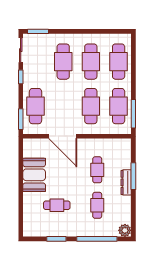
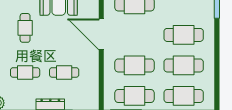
door: (63, 136) -> (101, 34), hinge flipped

